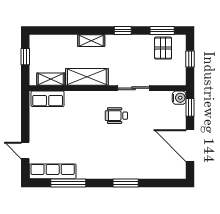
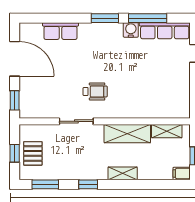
filing cabinet: (37, 40) -> (182, 173), added
pallet: (163, 48) -> (33, 153), moved
water cooler: (179, 98) -> (131, 30), moved, turned 90
row of seats: (48, 99) -> (61, 31), moved, turned 180
window: (126, 183) -> (105, 18), moved

